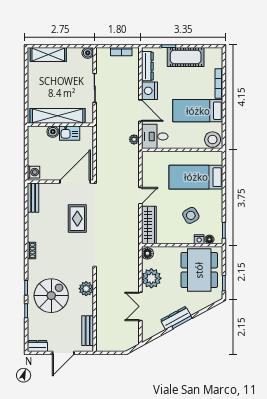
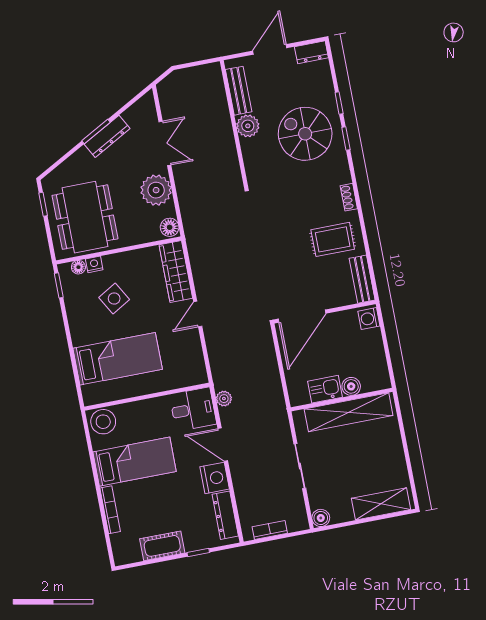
cot: (186, 57) -> (162, 546), width x0.73, depth x0.75
rug: (77, 219) -> (333, 239), moved, turned 90
plant: (86, 289) -> (248, 126), moved
spiral stairs: (51, 296) -> (305, 134), turned 90

